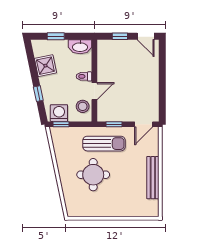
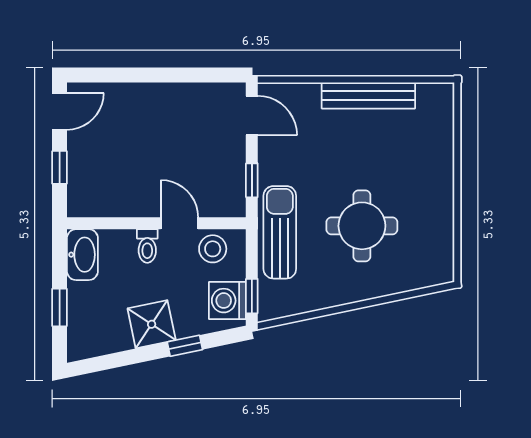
shower: (45, 66) -> (152, 324), moved
sun lounger: (104, 144) -> (280, 232), moved

